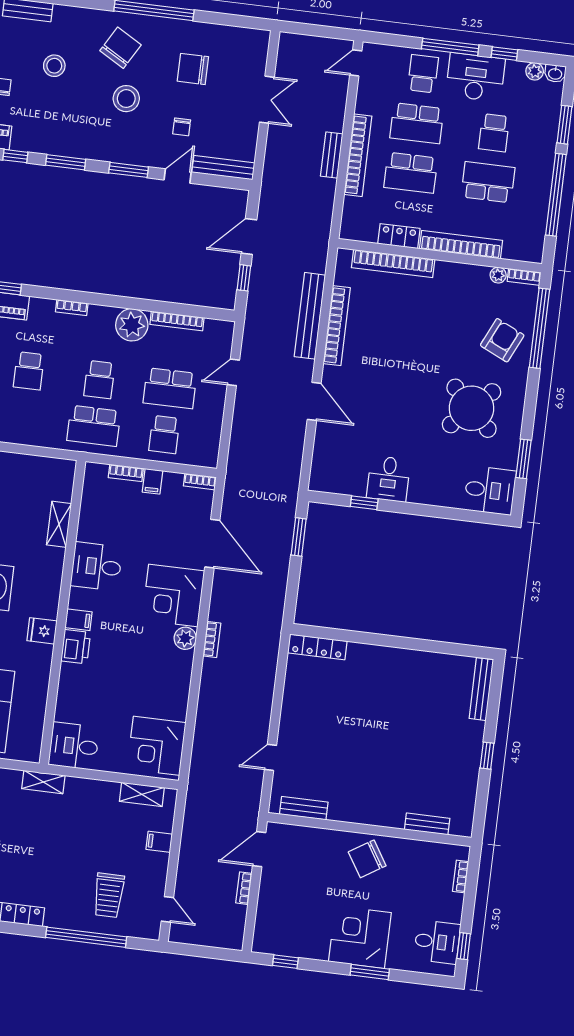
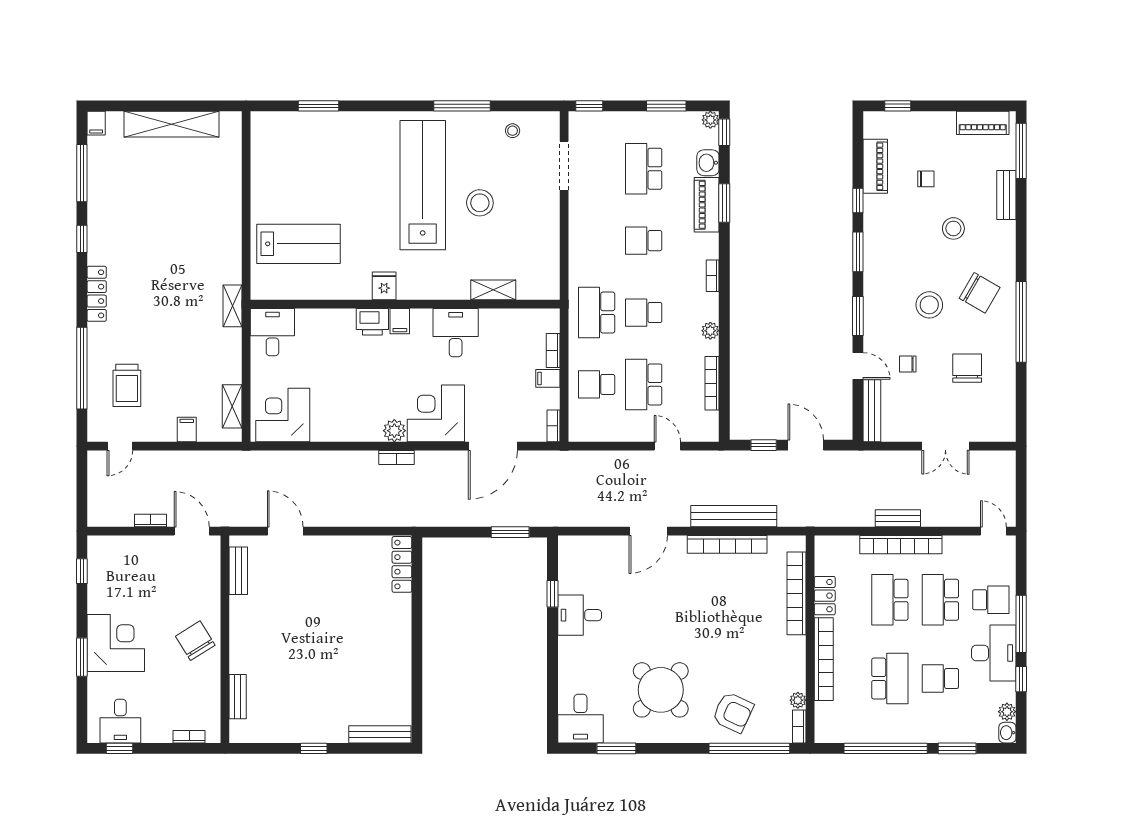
plant: (132, 325) -> (710, 331), width x0.53, depth x0.53
door: (270, 757) -> (285, 531), width x1.38
trolley: (109, 895) -> (127, 385), turned -90

